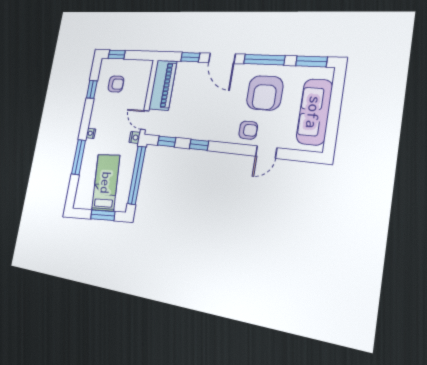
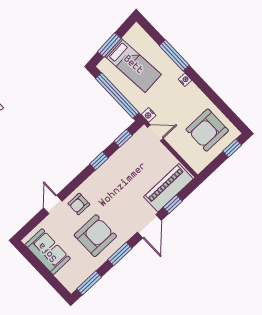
door: (222, 58) -> (149, 226), swing flipped
window: (264, 60) -> (120, 254), width x0.69
armchair: (116, 84) -> (207, 130), width x1.88, depth x1.88
piano: (163, 85) -> (168, 188), moved, turned 90
window: (92, 89) -> (222, 106), removed
armchair: (265, 93) -> (95, 236), turned 90
sofa: (314, 112) -> (48, 252), width x0.73

